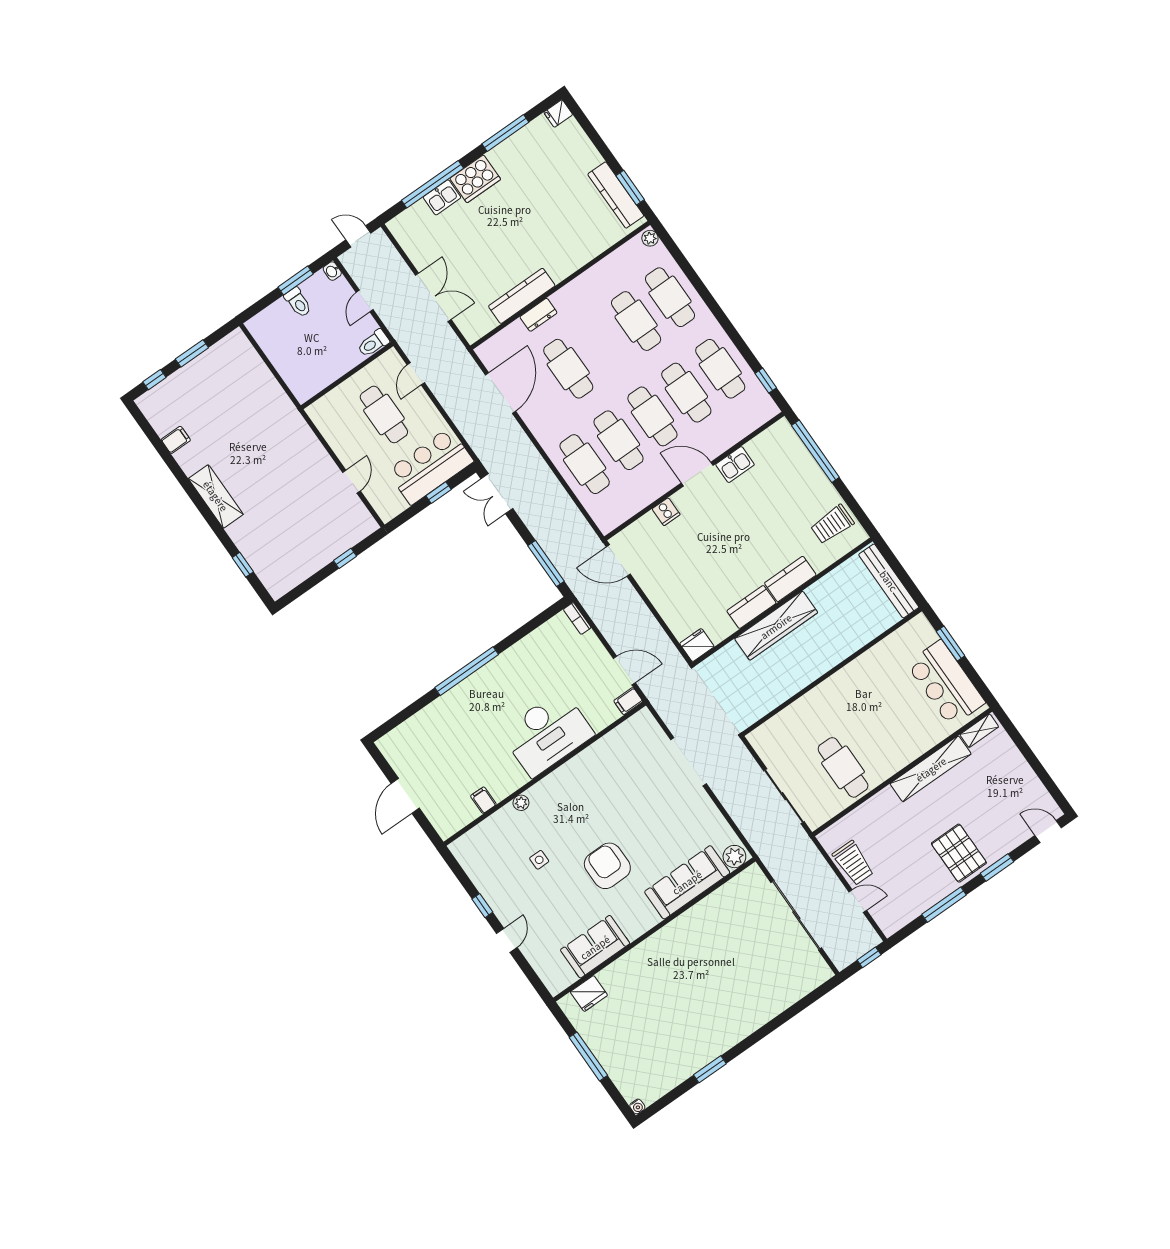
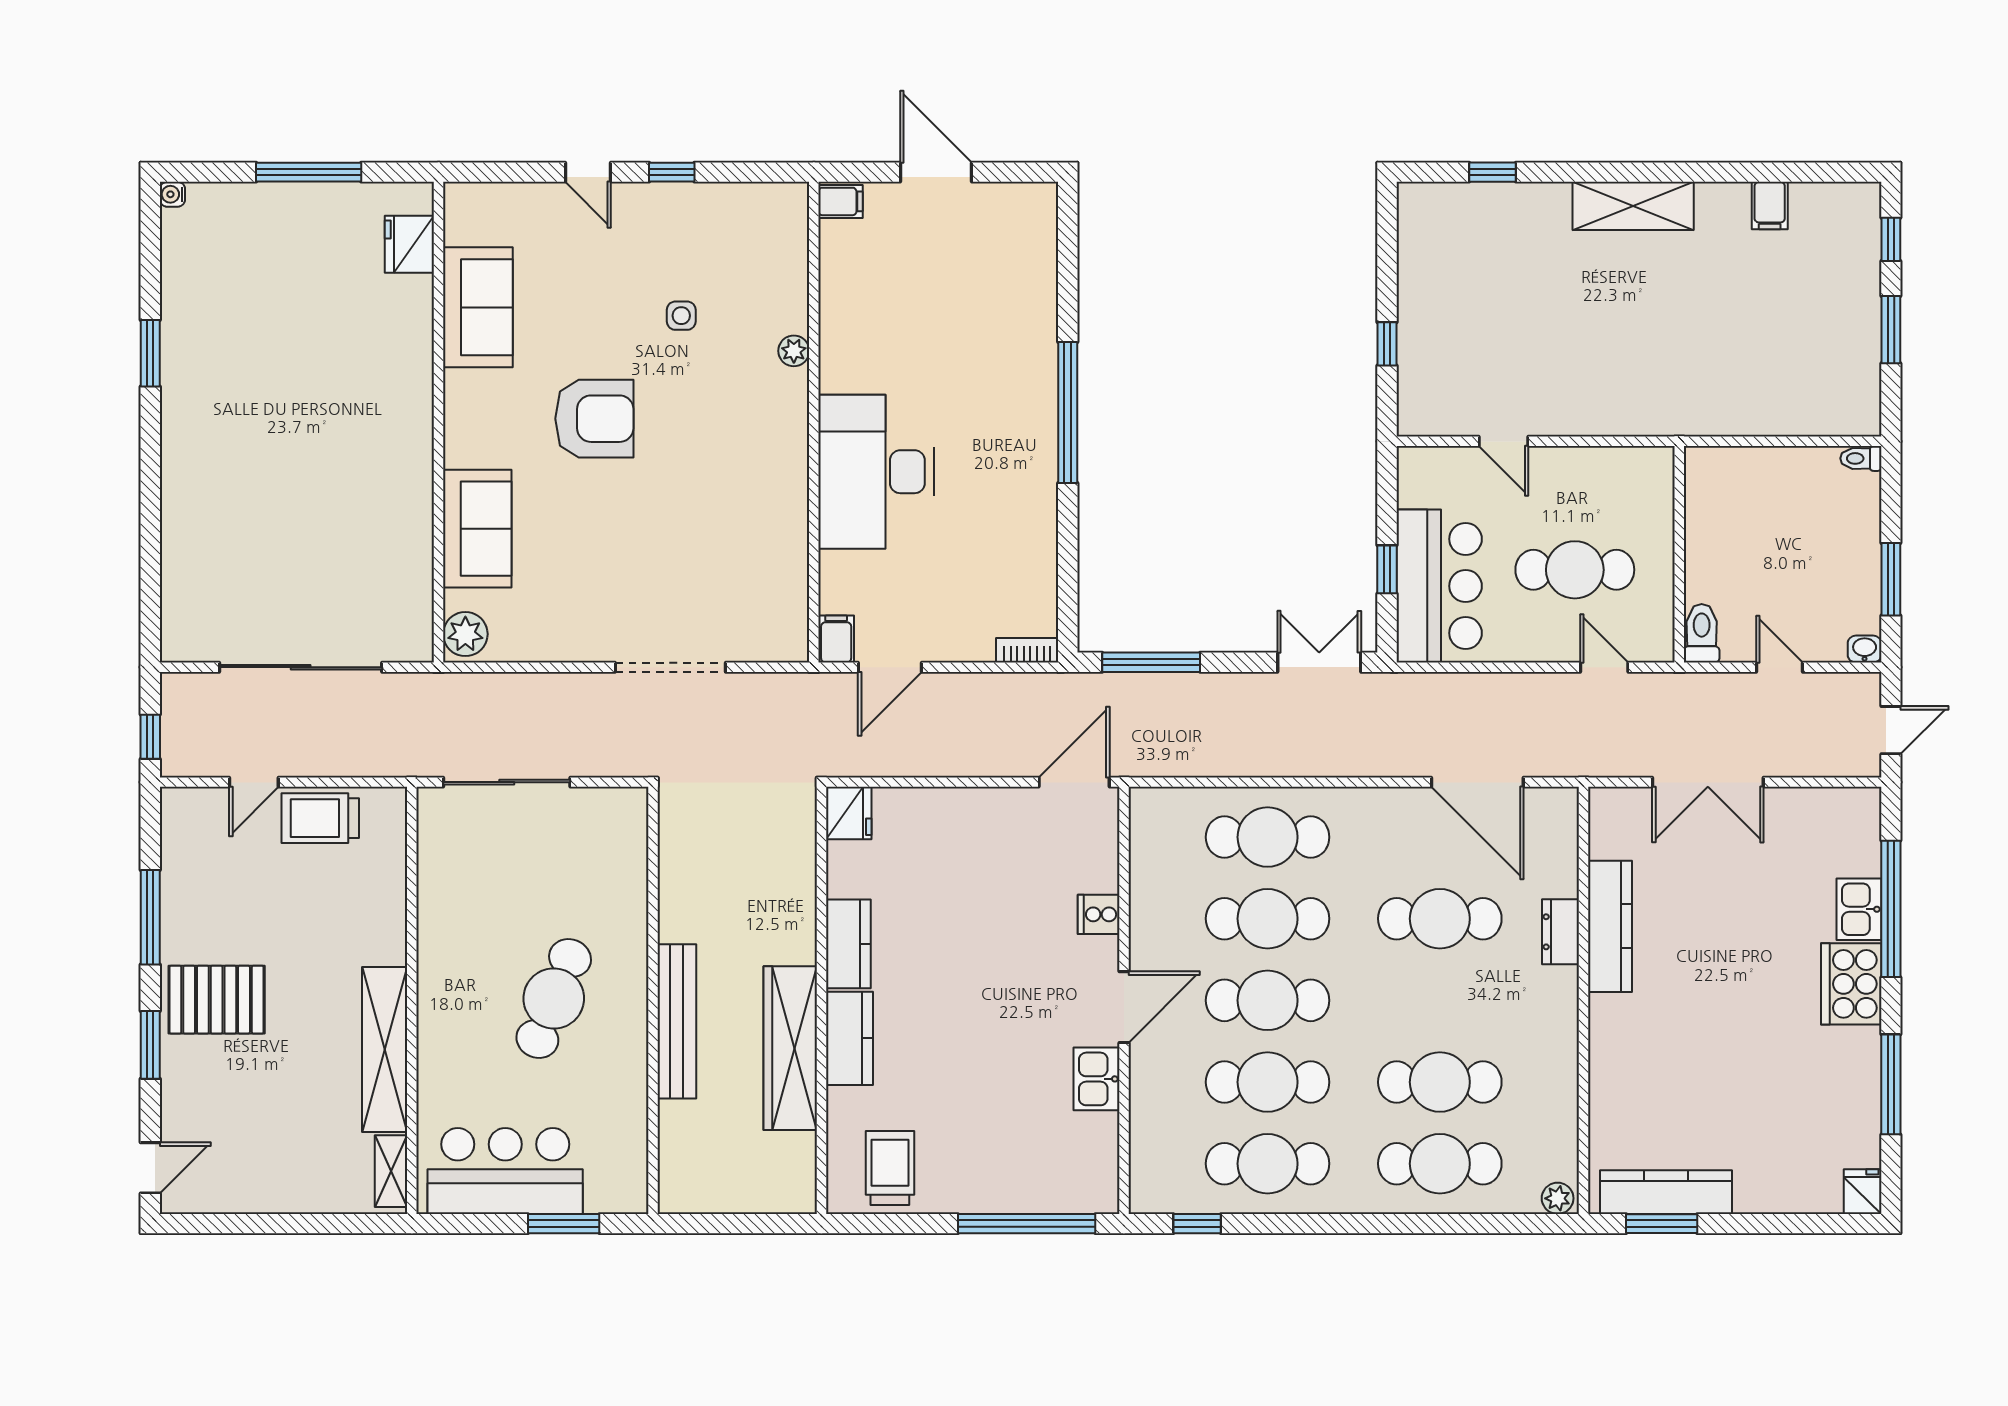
toilet: (298, 302) -> (1861, 458), moved, width x0.73, depth x0.72
bench: (889, 581) -> (677, 1021), moved, turned 90
wardrobe: (776, 626) -> (790, 1048), moved
cafe table: (843, 767) -> (554, 998), moved, turned -68
filing cabinet: (483, 800) -> (841, 201), moved
sofa: (687, 882) -> (477, 529), width x0.73

